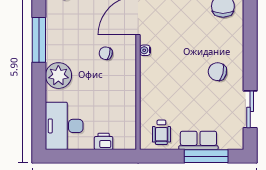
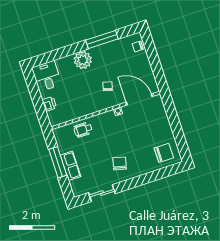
desk: (64, 126) -> (47, 76), width x0.73
wheelchair: (161, 132) -> (83, 130), moved
window: (206, 156) -> (58, 162), moved

